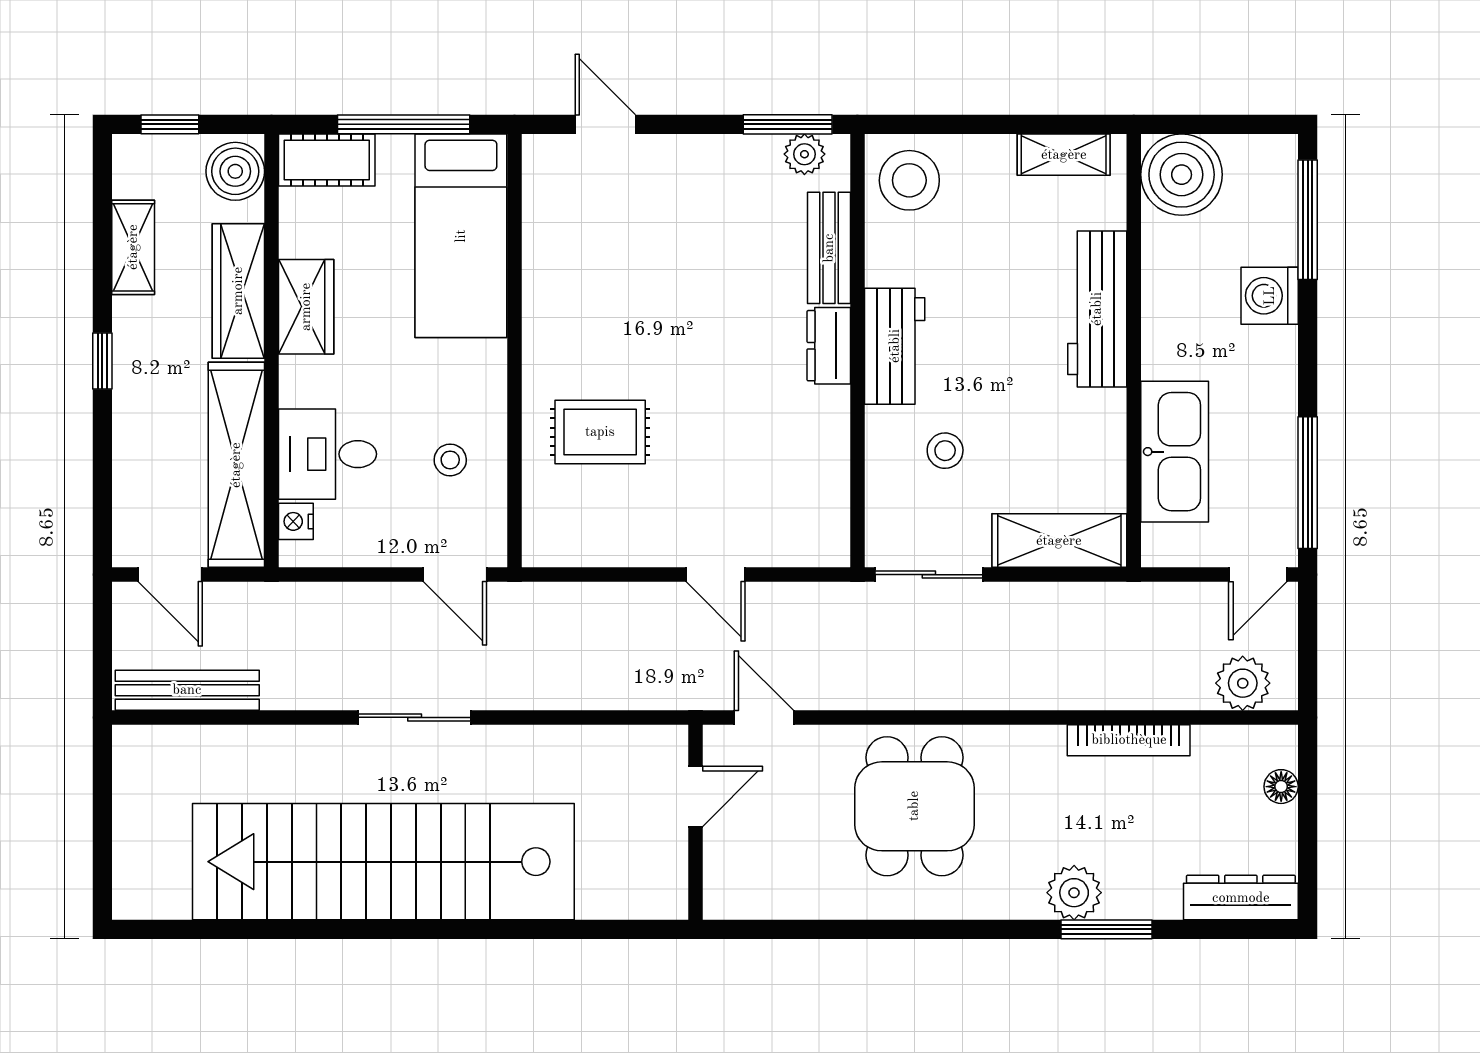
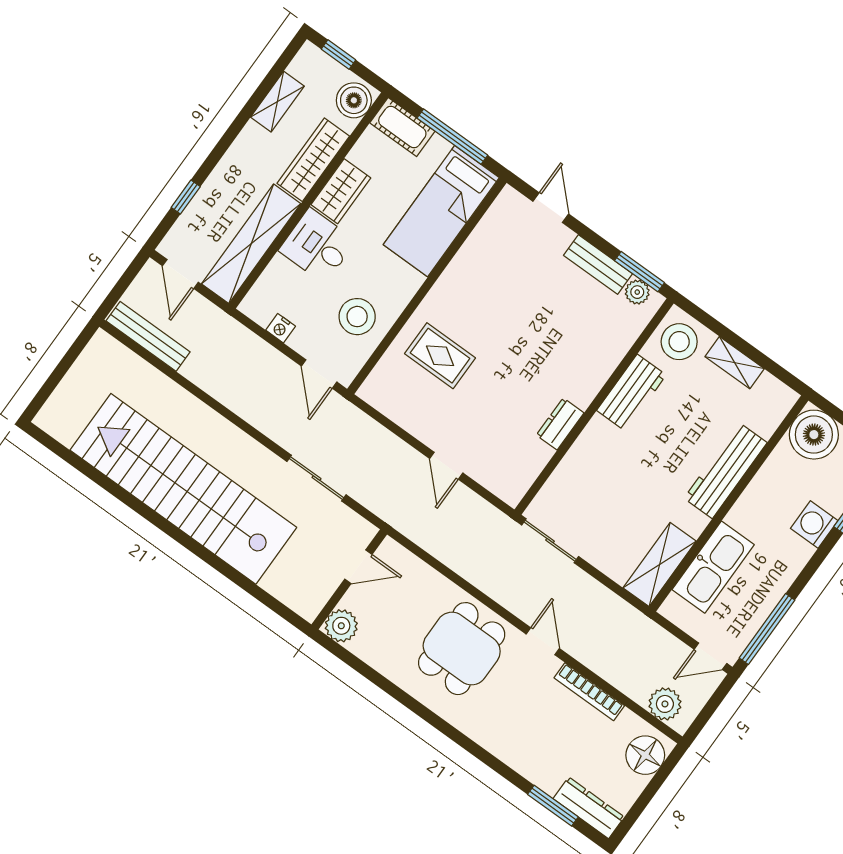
shelving: (1064, 155) -> (735, 363), moved
bench: (829, 248) -> (598, 265), moved, turned 90
dresser: (829, 346) -> (560, 424), moved
workbench: (895, 346) -> (631, 393), moved
window: (102, 361) -> (186, 197), moved
stool: (945, 451) -> (602, 486), removed
desk: (327, 454) -> (317, 246), moved
stool: (450, 460) -> (357, 317), width x1.89, depth x1.89
nightstand: (296, 521) -> (281, 328), moved, turned -90
shelving: (1059, 541) -> (660, 564), moved, turned 90
sliding door: (415, 717) -> (317, 478), moved
door: (764, 717) -> (543, 641), moved
floor lamp: (1281, 787) -> (645, 755), width x1.89, depth x1.89
plant: (1074, 893) -> (341, 626), moved
window: (1106, 929) -> (553, 806), moved

